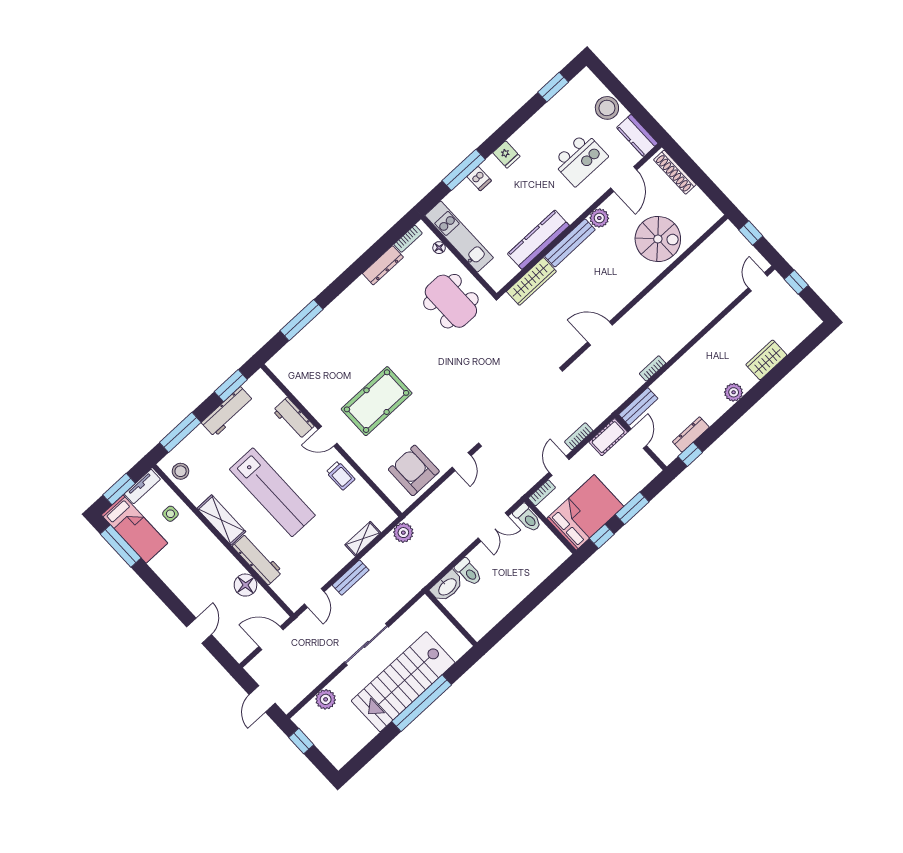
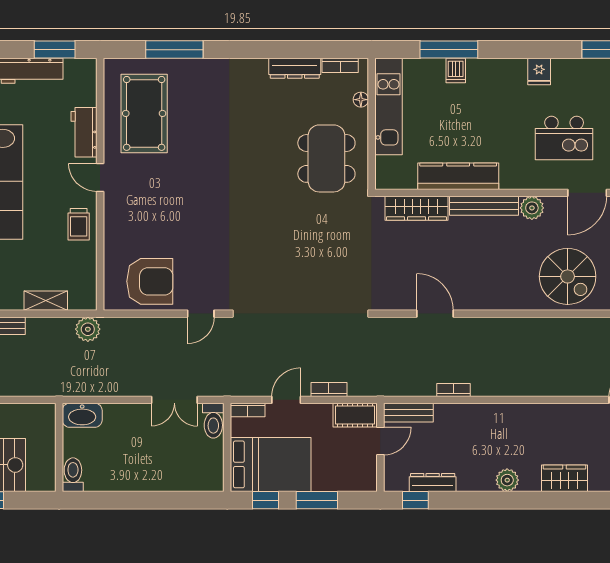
fridge: (506, 155) -> (539, 72), moved
pool table: (377, 401) -> (144, 113), moved, turned 90
armchair: (414, 470) -> (150, 281), turned 90
toilet: (468, 572) -> (73, 475), moved, turned 180

